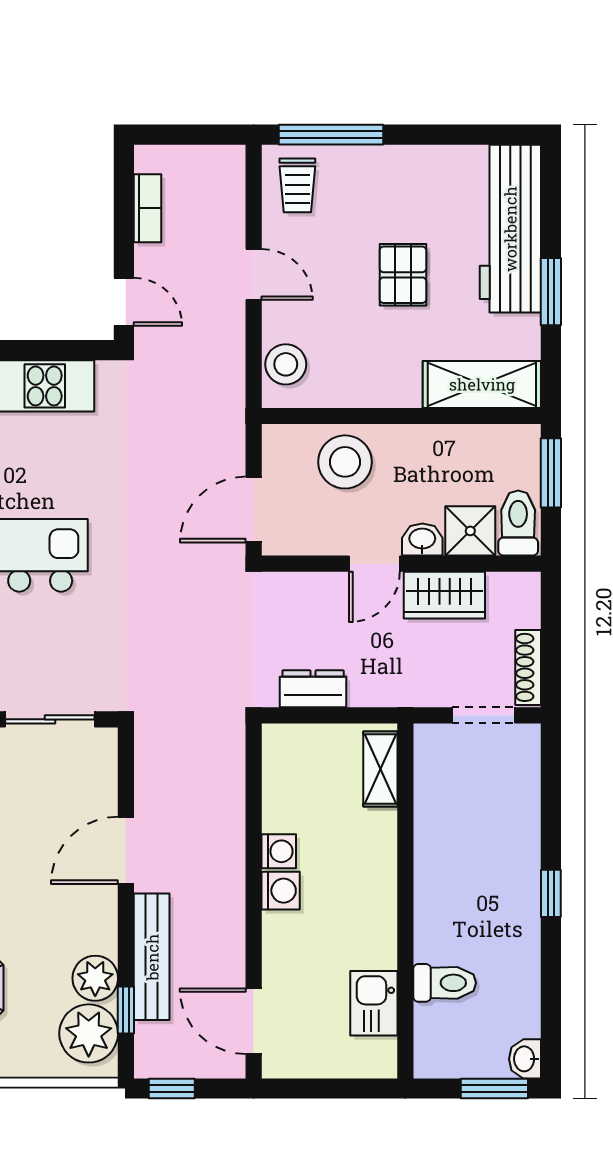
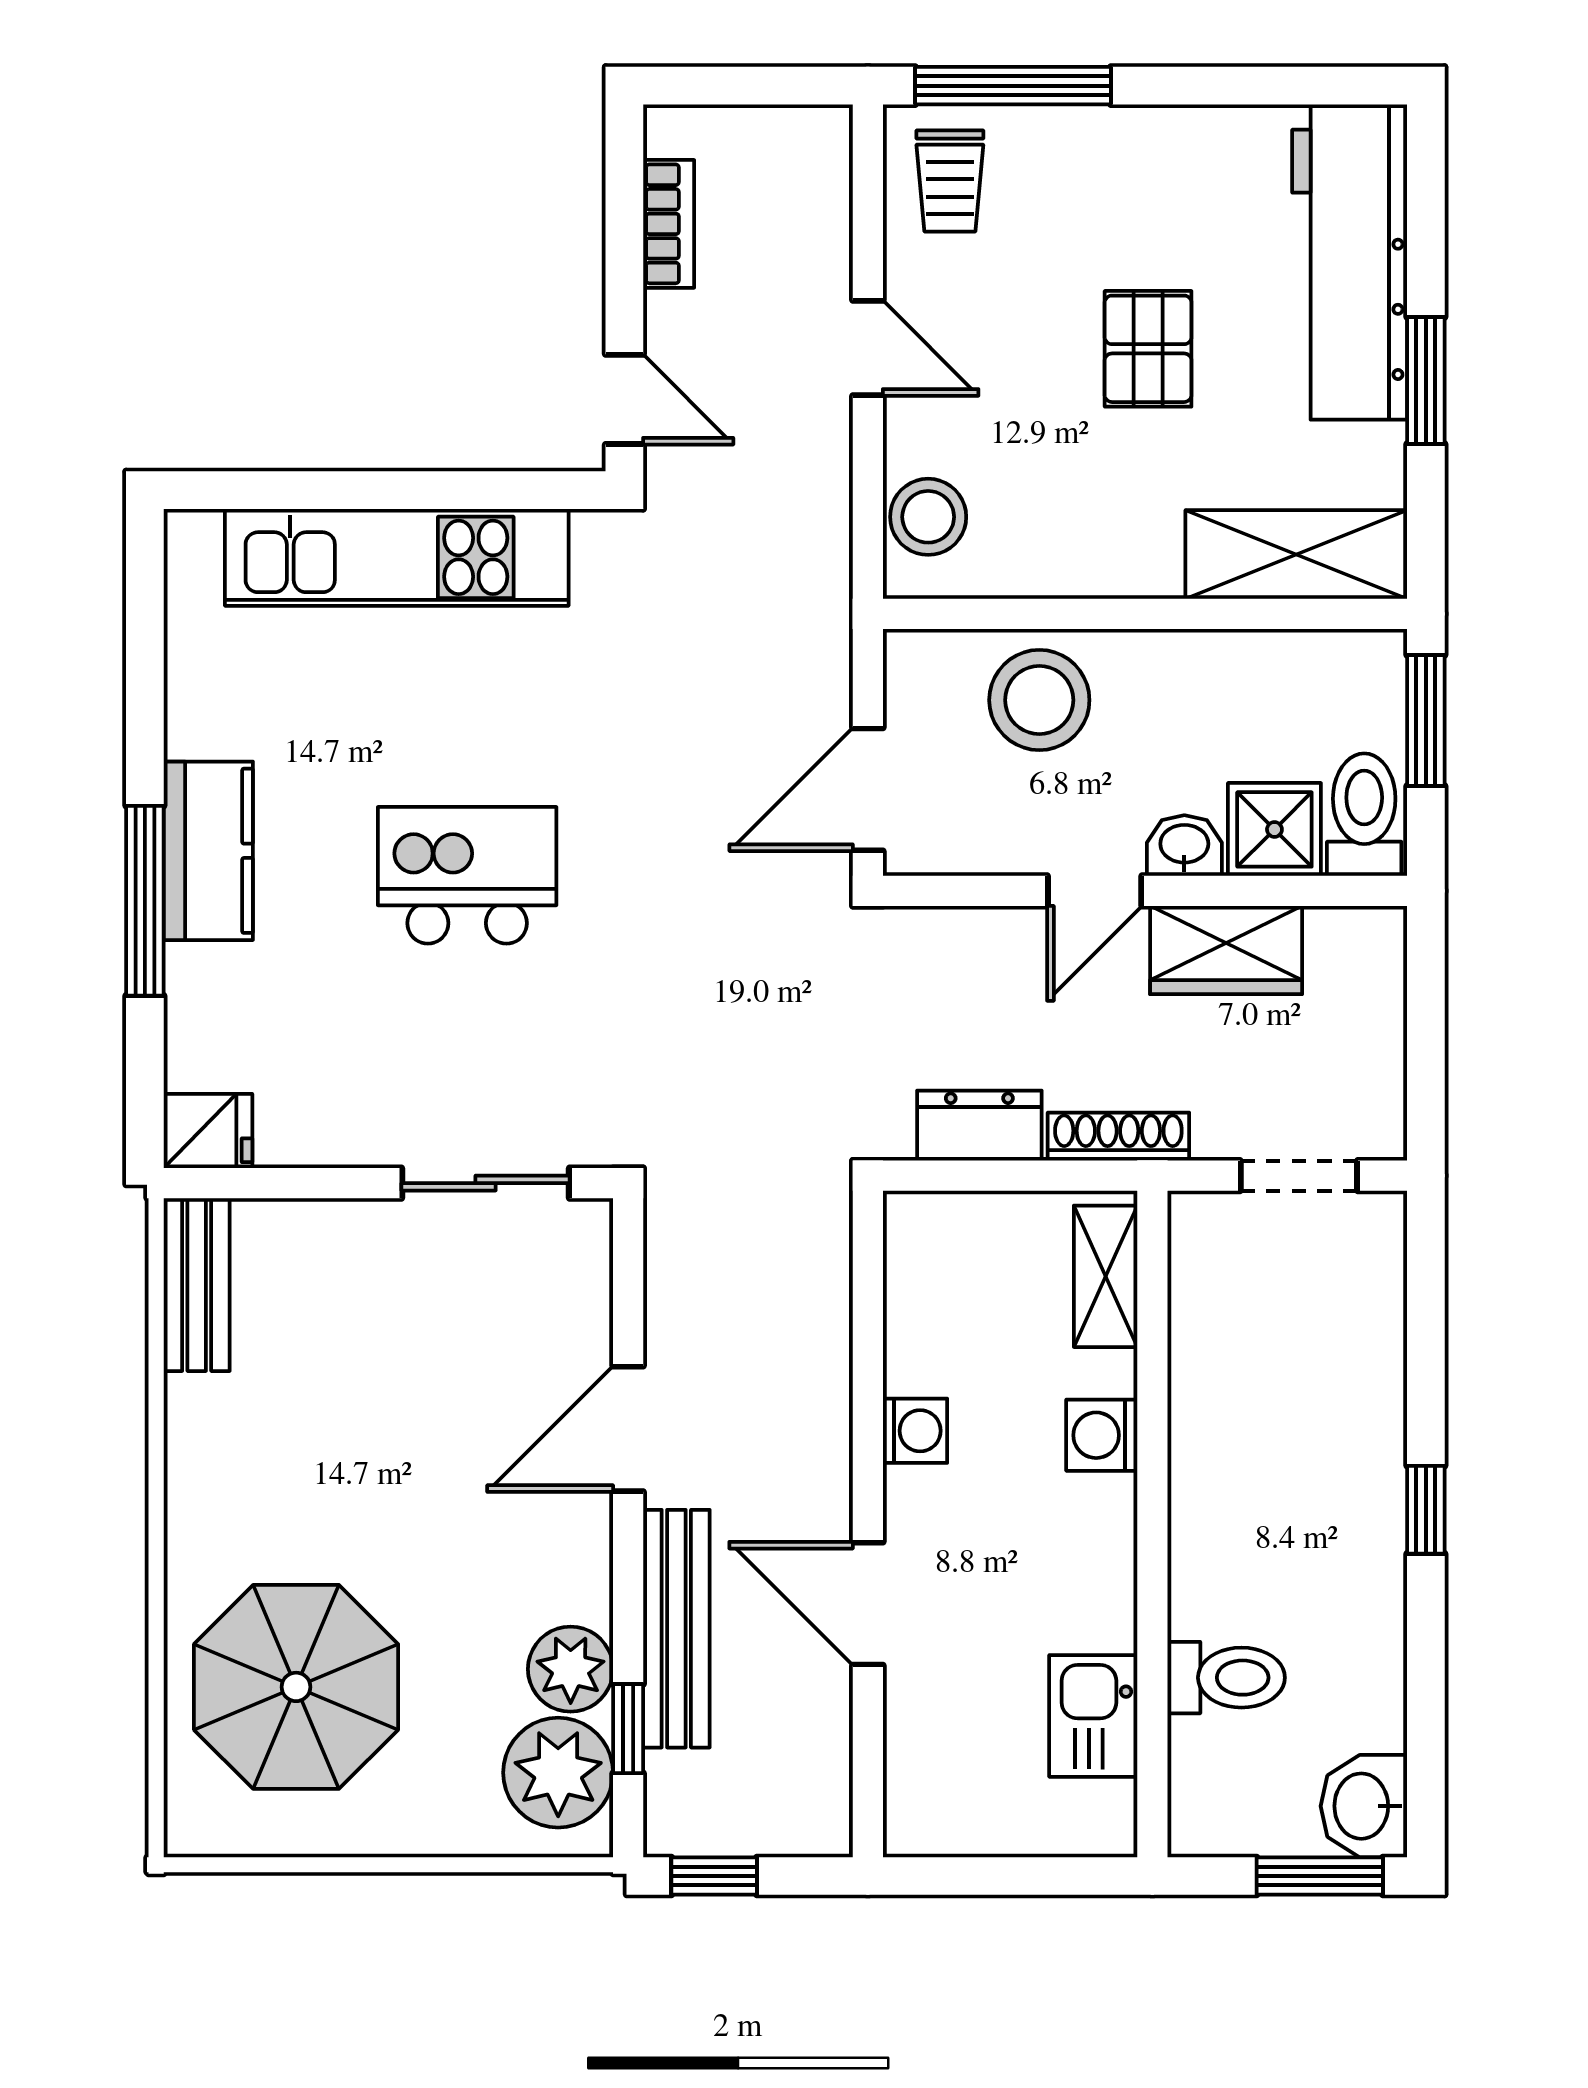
shoe rack: (528, 667) -> (1118, 1137), moved, turned 90
washing machine: (281, 891) -> (1102, 1435), moved, turned 180
door: (254, 1021) -> (868, 1604), moved
washbasin: (525, 1059) -> (1364, 1806), width x1.38, depth x1.45

